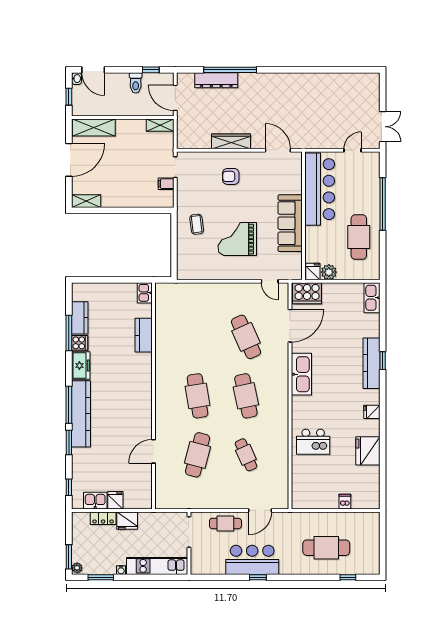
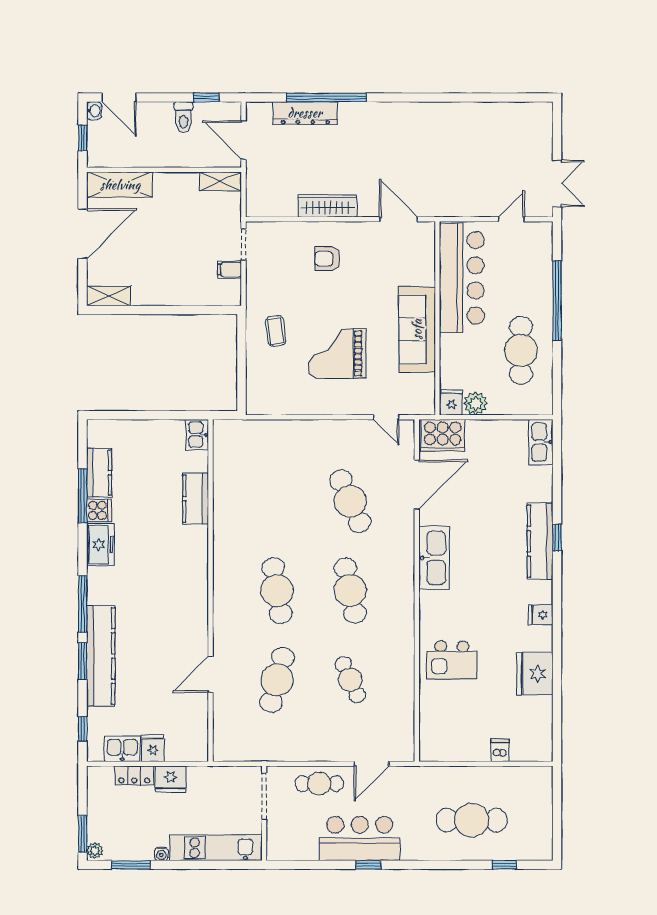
kitchen counter: (81, 414) -> (101, 656), moved

